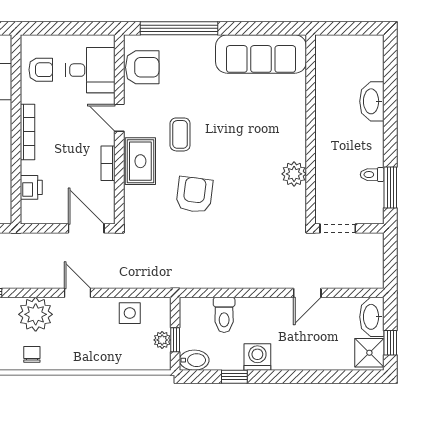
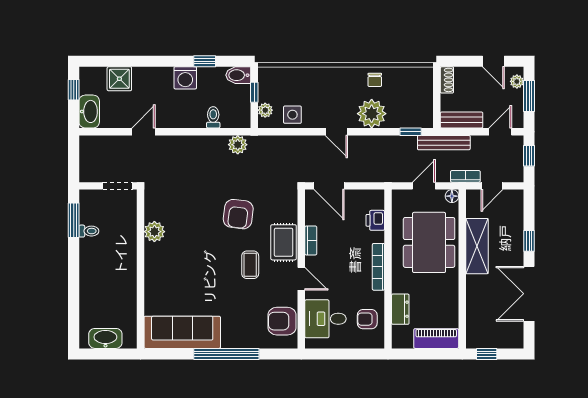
window: (179, 28) -> (226, 354), moved
washbasin: (372, 101) -> (105, 338), moved, turned -90
plant: (195, 277) -> (238, 145), added
toilet: (224, 315) -> (213, 117), width x0.73, depth x0.72
plant: (162, 340) -> (265, 110), moved
shower: (369, 353) -> (119, 79), moved

